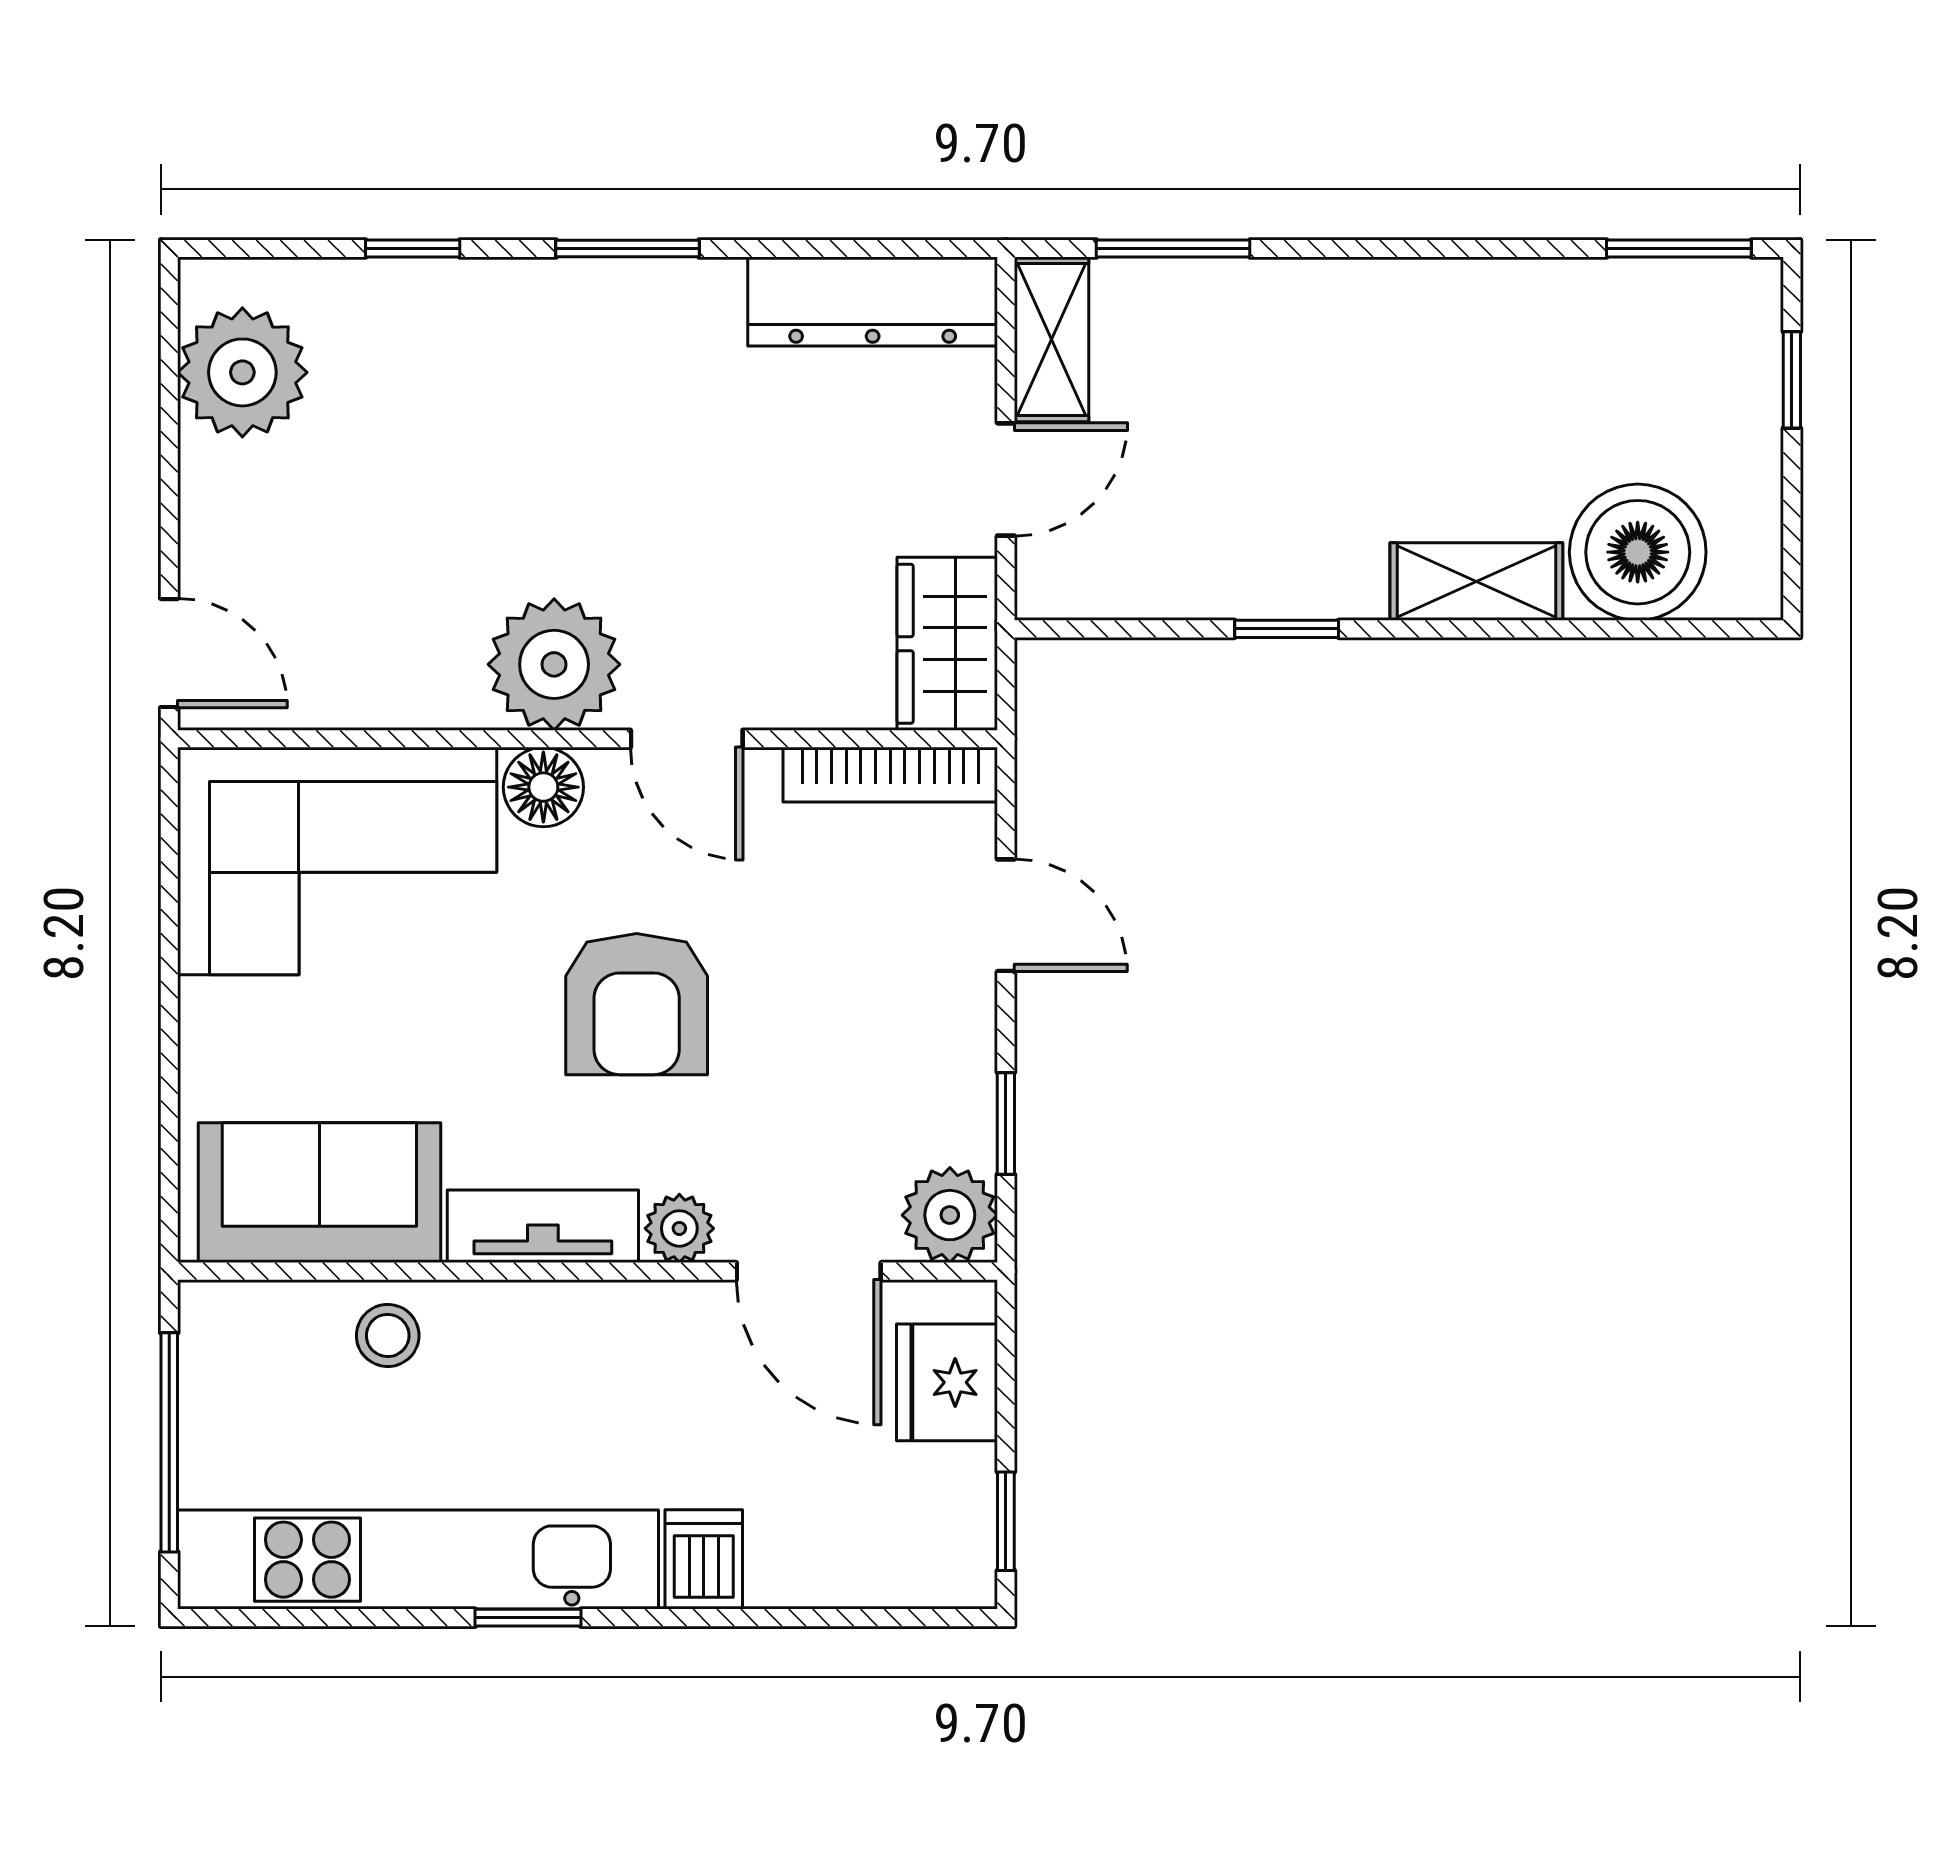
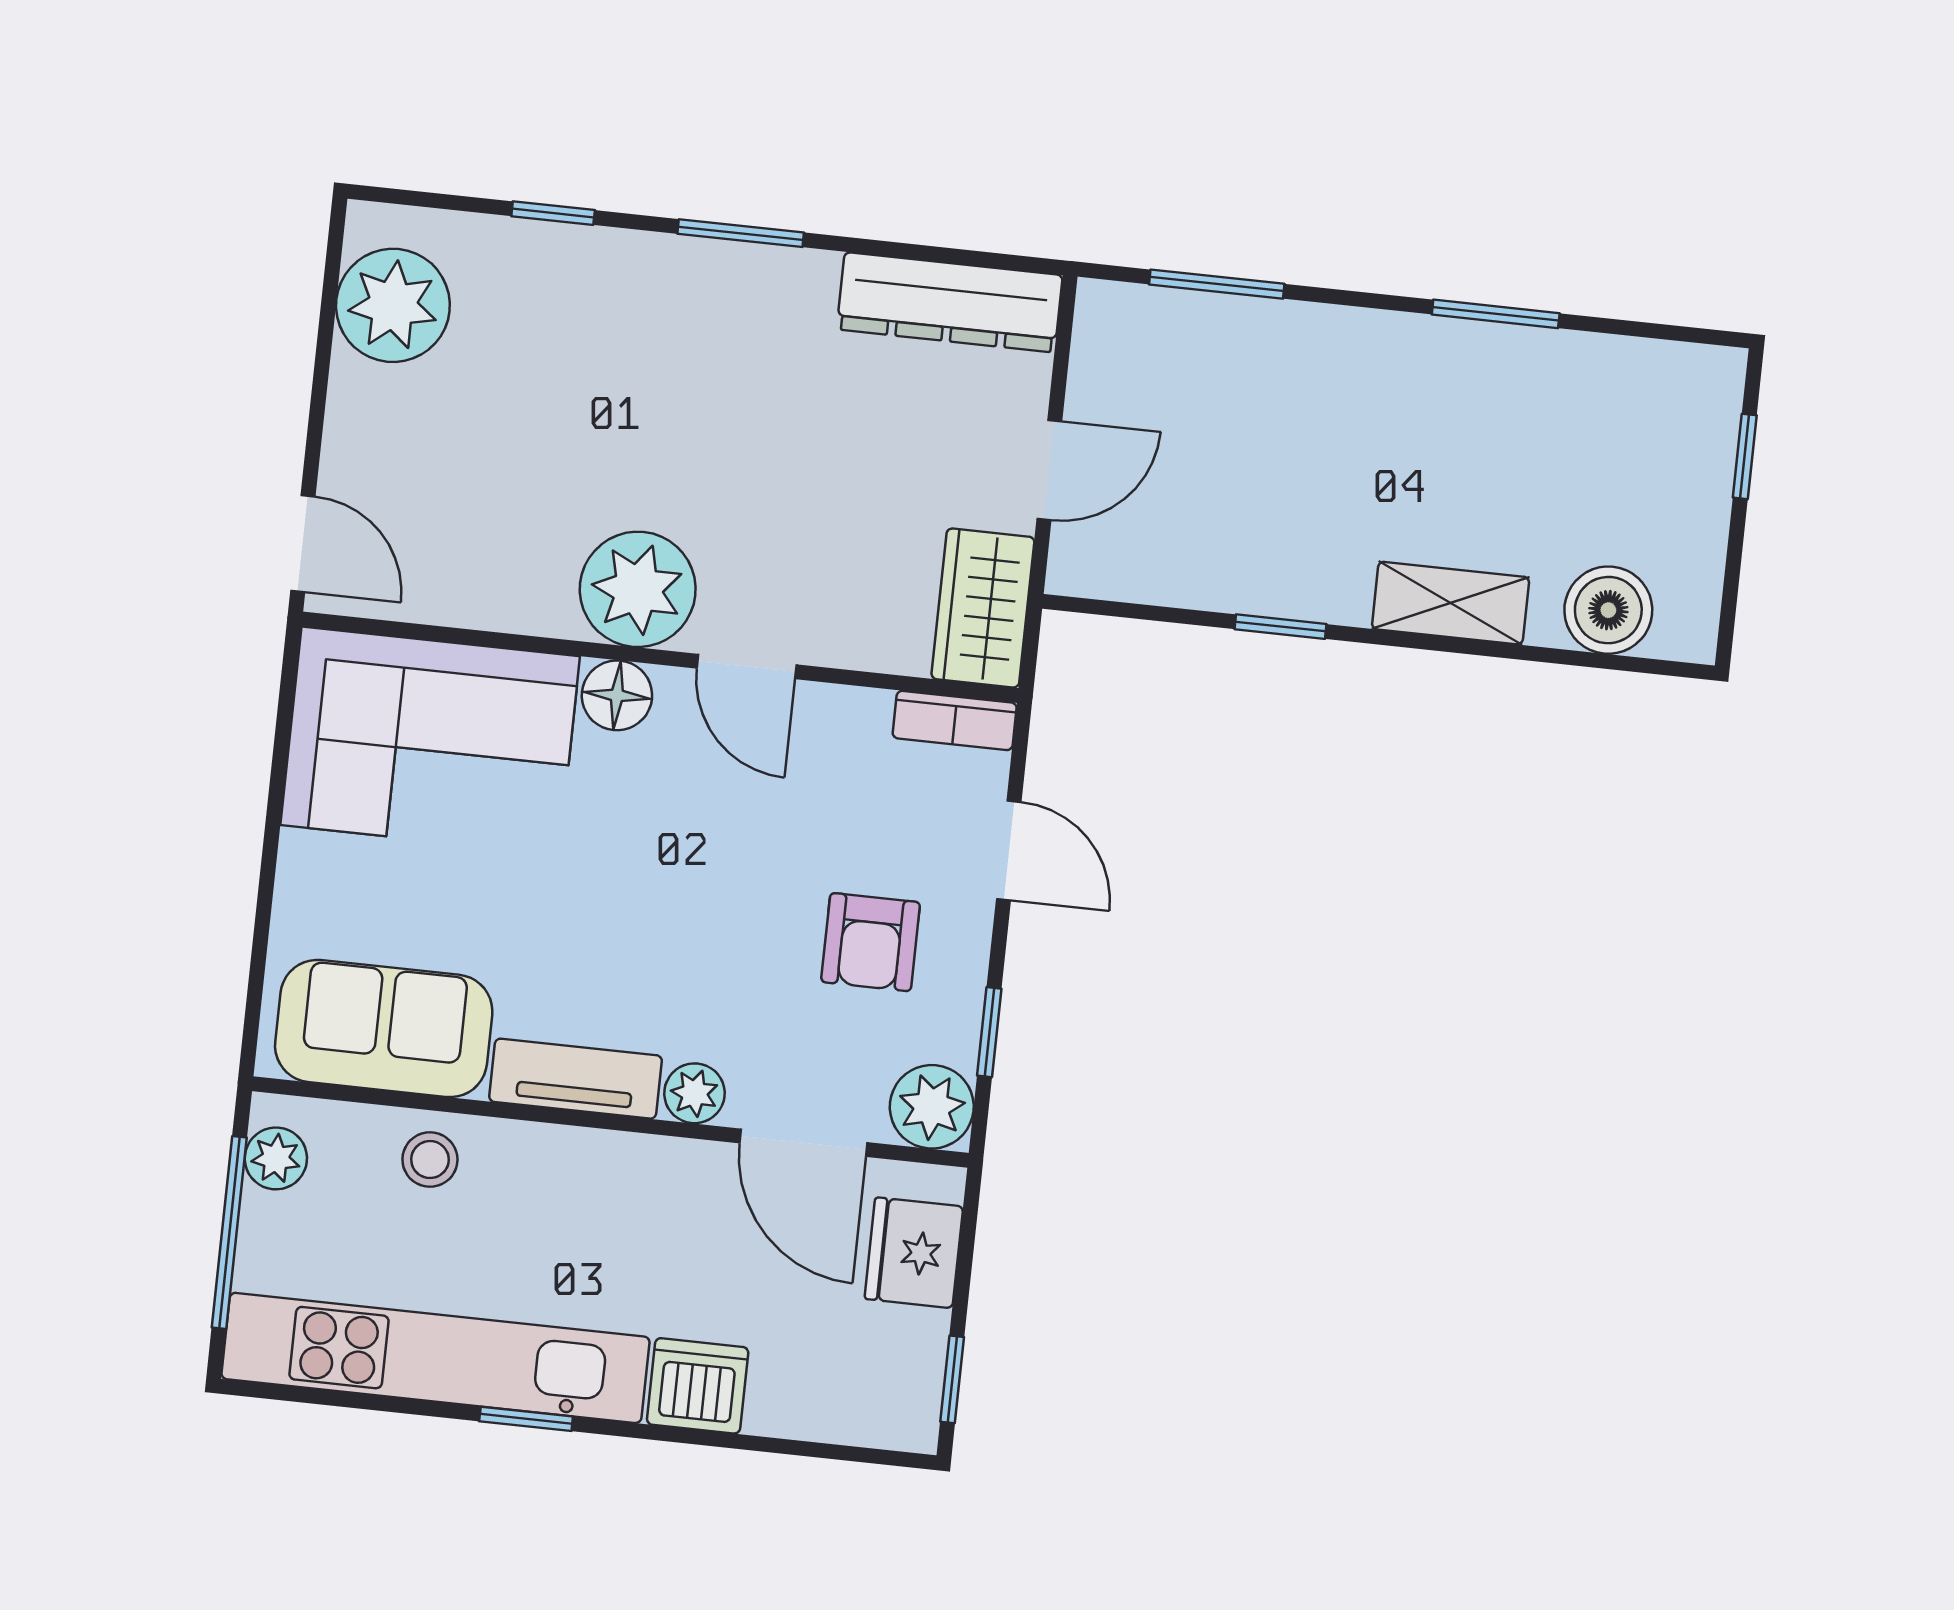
window: (1679, 249) -> (1496, 314), moved
shelving: (1051, 339) -> (1102, 352), removed
boiler: (1638, 552) -> (1608, 610), width x0.73, depth x0.73
bookcase: (890, 775) -> (955, 720), width x0.64
armchair: (637, 1004) -> (871, 942), moved, width x0.72, depth x0.72
plant: (213, 1353) -> (276, 1158), added
dishwasher: (704, 1559) -> (698, 1386), width x1.38

